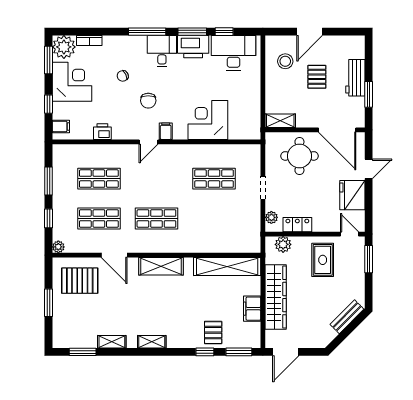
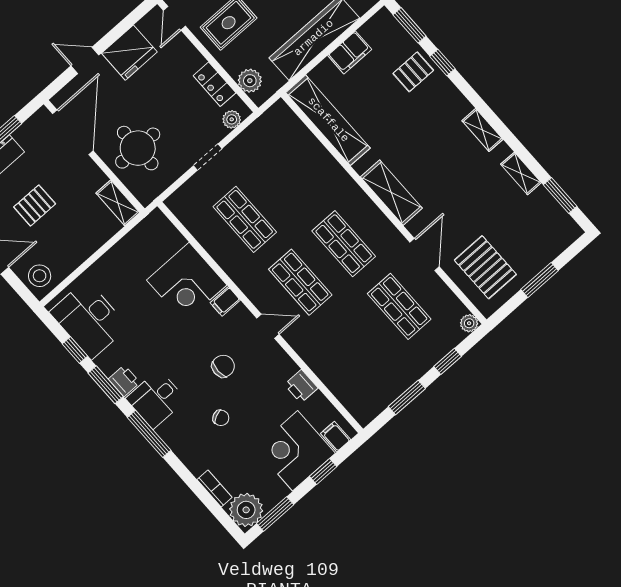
printer: (193, 47) -> (124, 381), width x0.53, depth x0.68
stool: (285, 61) -> (40, 276), moved
corner desk: (72, 82) -> (295, 451), moved
filing cabinet: (166, 131) -> (225, 301), moved
shop shelf: (99, 179) -> (300, 282), moved

